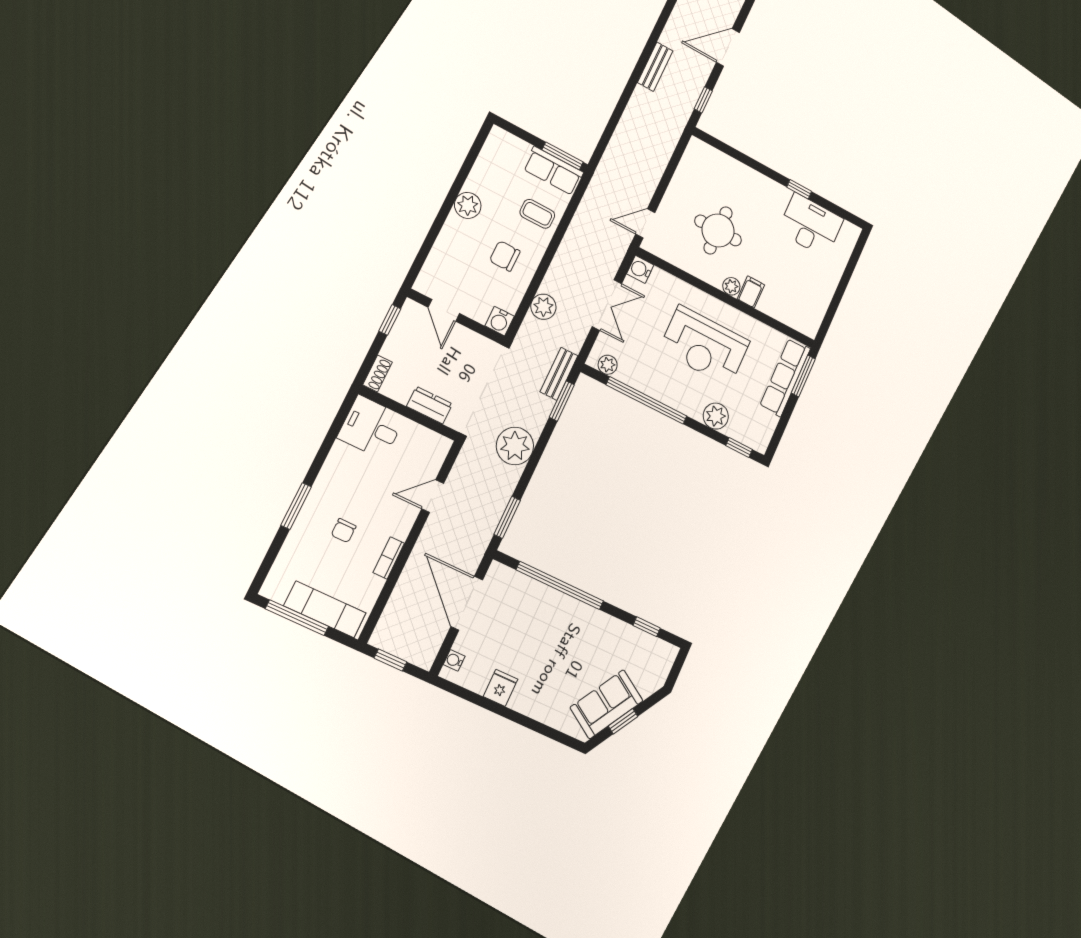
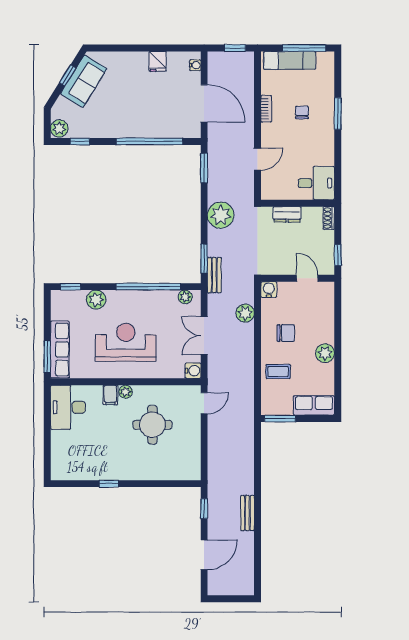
row of seats: (553, 171) -> (314, 405), moved
desk: (811, 225) -> (68, 407), moved, turned 90
plant: (664, 656) -> (59, 128), added

